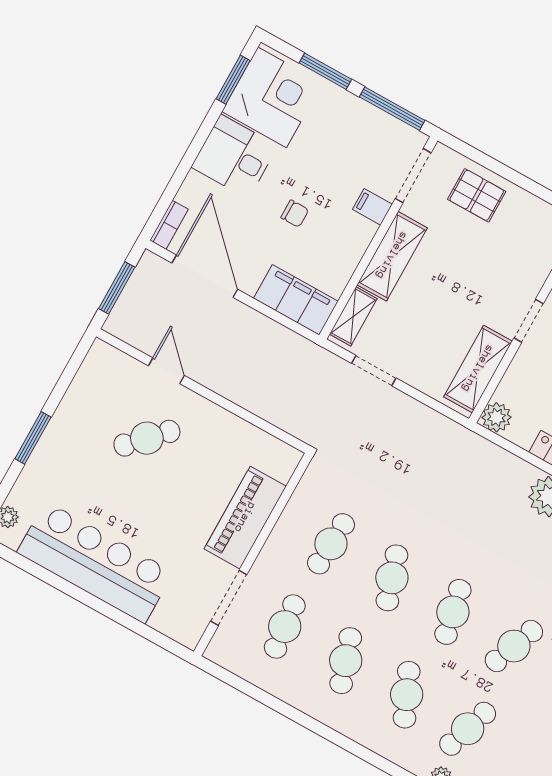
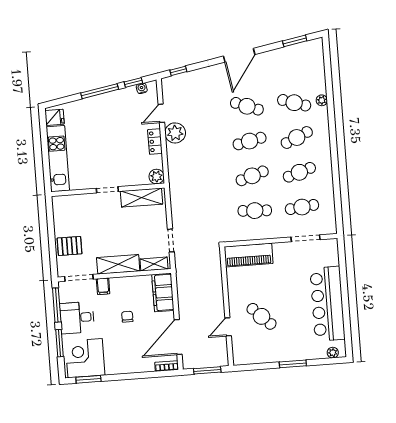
desk: (235, 157) -> (77, 318), moved, turned 90
pallet: (477, 195) -> (69, 246), turned 90
piano: (245, 518) -> (249, 255), moved

